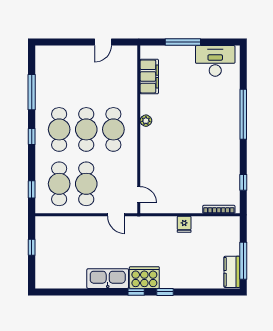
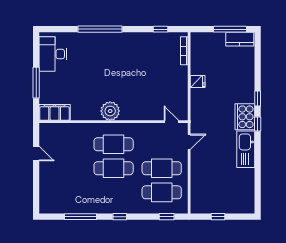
filing cabinet: (149, 76) -> (55, 112), moved
plant: (146, 121) -> (110, 111), width x1.87, depth x1.87
cafe table: (59, 129) -> (114, 192), removed
door: (139, 195) -> (171, 122), hinge flipped

